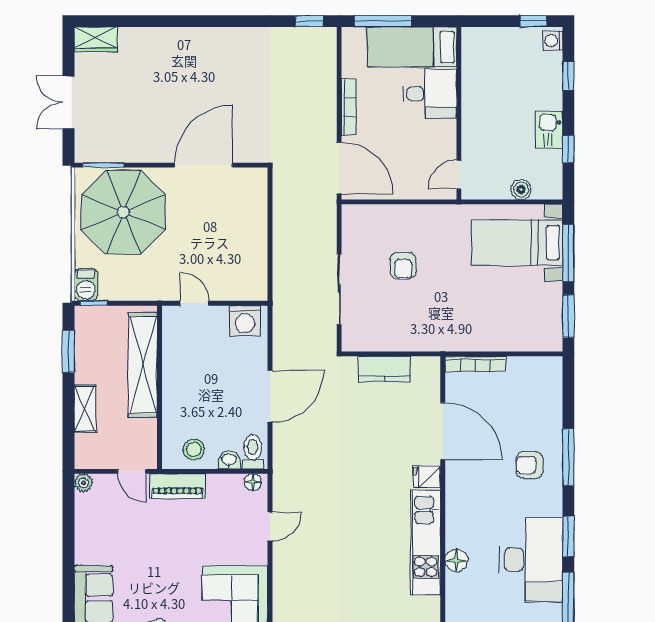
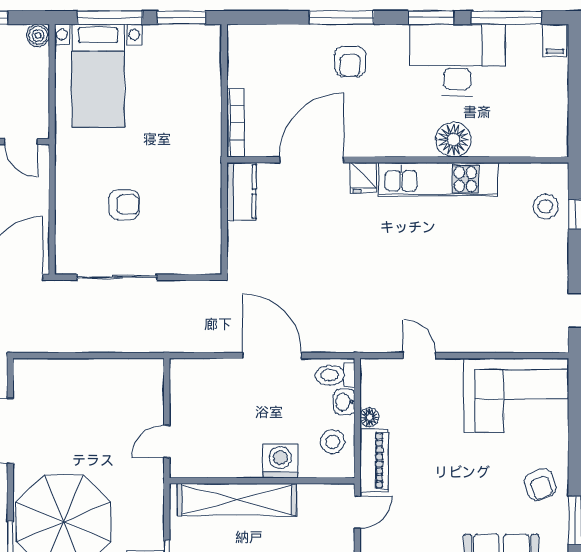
boiler: (521, 190) -> (38, 35), moved
sliding door: (339, 289) -> (117, 277), moved
washing machine: (245, 321) -> (280, 461), moved, turned -90
kitchen counter: (385, 369) -> (241, 192), moved
floor lamp: (253, 482) -> (369, 417), moved
floor lamp: (456, 560) -> (453, 140), width x1.38, depth x1.38

